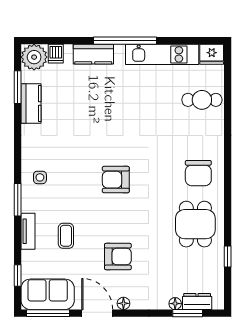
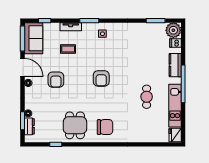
cafe table: (202, 100) -> (147, 97), moved
kitchen counter: (31, 104) -> (146, 28), removed
chair: (198, 173) -> (105, 127), turned 180
armchair: (116, 180) -> (101, 78), turned 180
dining table: (195, 224) -> (75, 125), turned 90
door: (97, 313) -> (22, 67), hinge flipped

